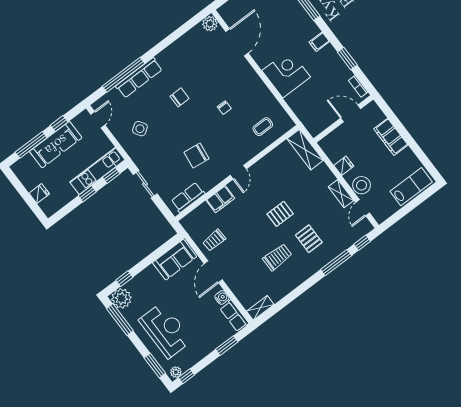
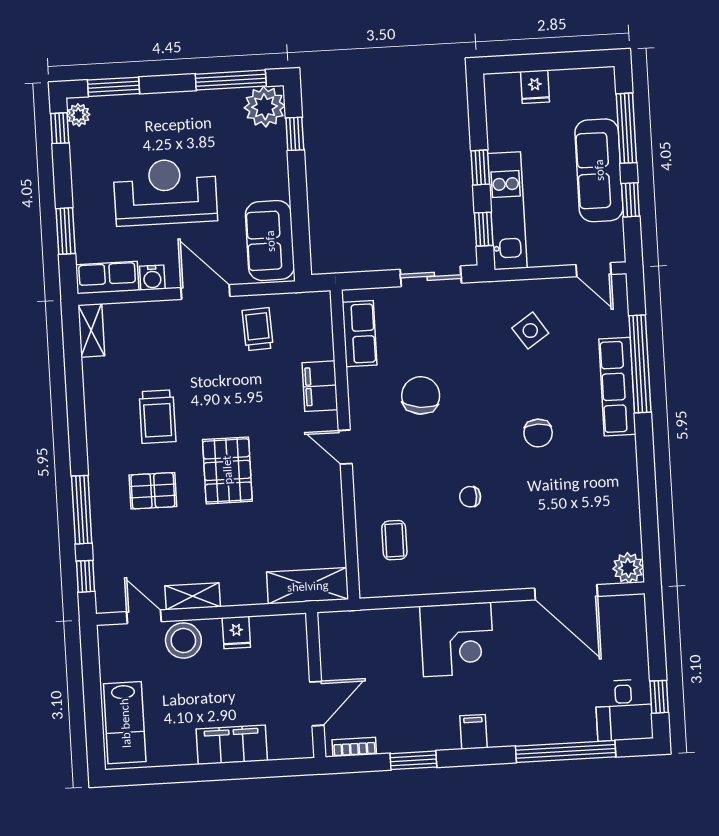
pallet: (280, 214) -> (227, 470), width x1.50, depth x1.42
reception desk: (165, 330) -> (165, 192), moved, turned 180

